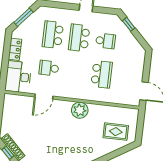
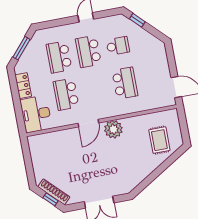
school desk: (49, 68) -> (66, 94), width x1.85
door: (44, 96) -> (88, 123), moved
rug: (116, 132) -> (159, 140), turned 90

